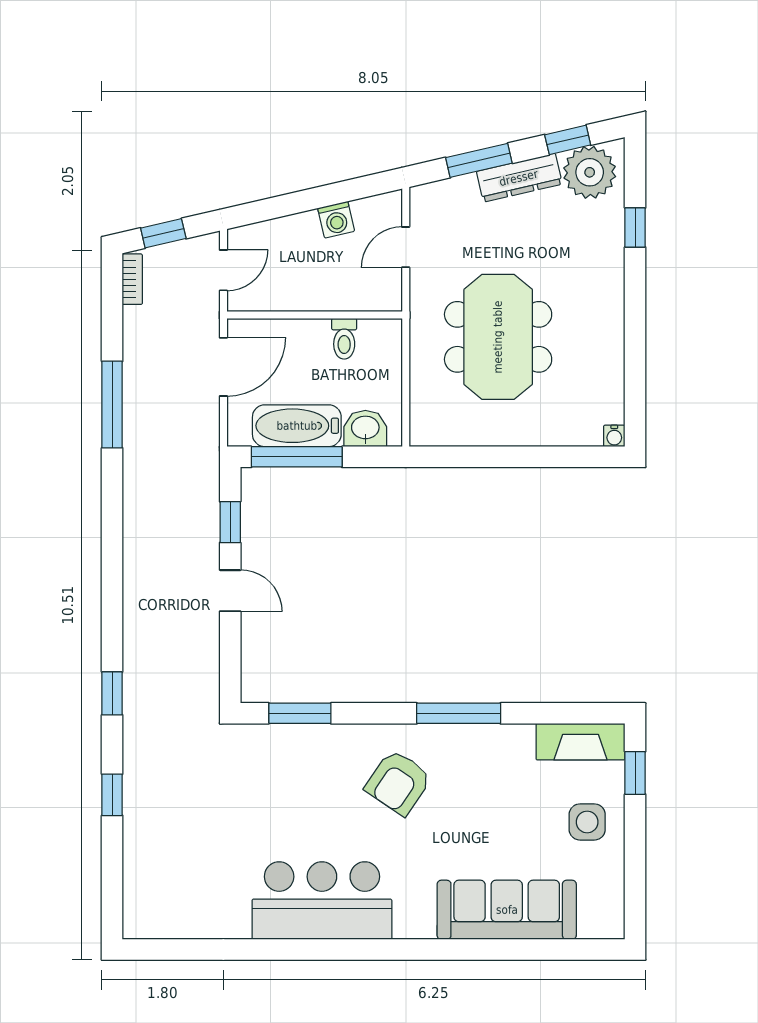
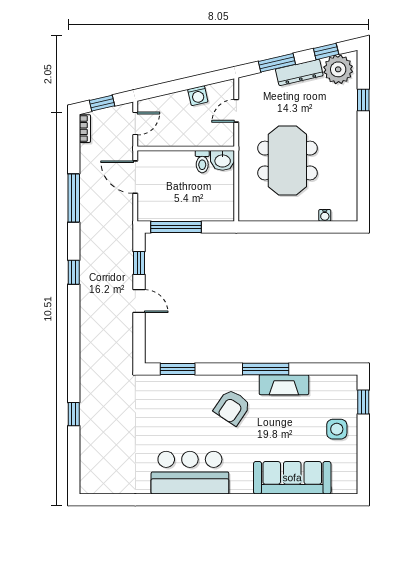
door: (223, 367) -> (135, 177), swing flipped
bathtub: (297, 426) -> (176, 210), removed
washbasin: (365, 429) -> (223, 160), moved, turned 180
water cooler: (614, 436) -> (325, 215), moved
window: (112, 693) -> (74, 272), moved
fireplace: (581, 742) -> (284, 385), moved

